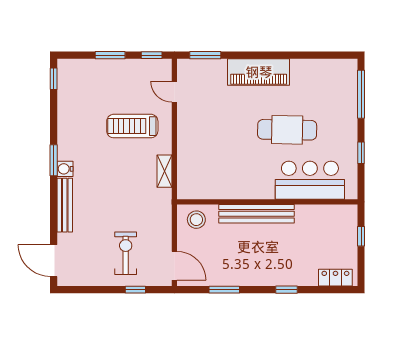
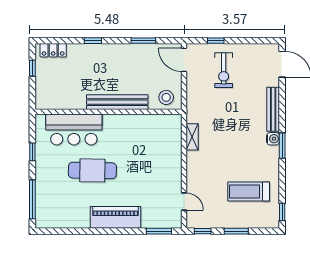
treadmill: (132, 126) -> (249, 191), moved, turned 180
window: (361, 236) -> (32, 68), moved

